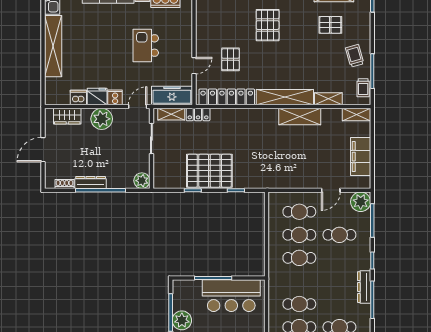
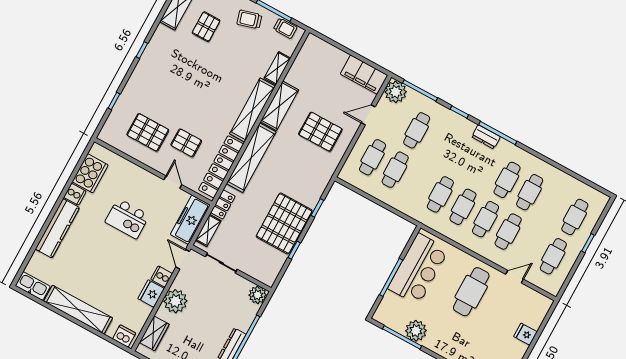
pallet: (268, 25) -> (148, 132), moved
dishwasher: (78, 97) -> (124, 336), moved, turned 90
shelving: (356, 115) -> (251, 158), moved, width x2.20, depth x1.33
filing cabinet: (361, 157) -> (364, 75), moved
pallet: (297, 160) -> (320, 132), added
door: (331, 190) -> (368, 115), swing flipped
cafe table: (299, 258) -> (440, 194), moved
dresser: (364, 287) -> (486, 137), width x0.70

